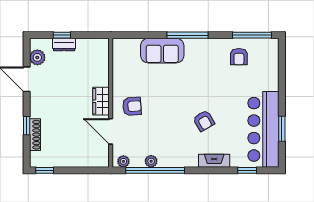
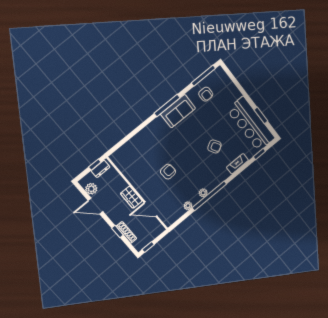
sofa: (162, 51) -> (178, 111), moved
wardrobe: (101, 101) -> (131, 197), moved
wall: (111, 103) -> (137, 194), moved
door: (111, 131) -> (151, 209), moved

